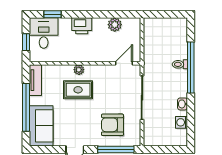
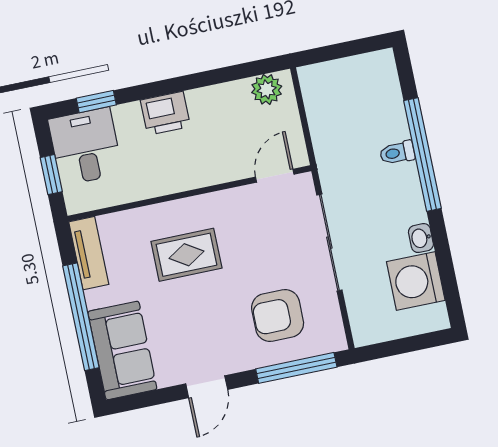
plant: (115, 25) -> (267, 89), moved
plant: (79, 70) -> (179, 211), removed
washing machine: (182, 122) -> (416, 281), width x1.89, depth x1.89

